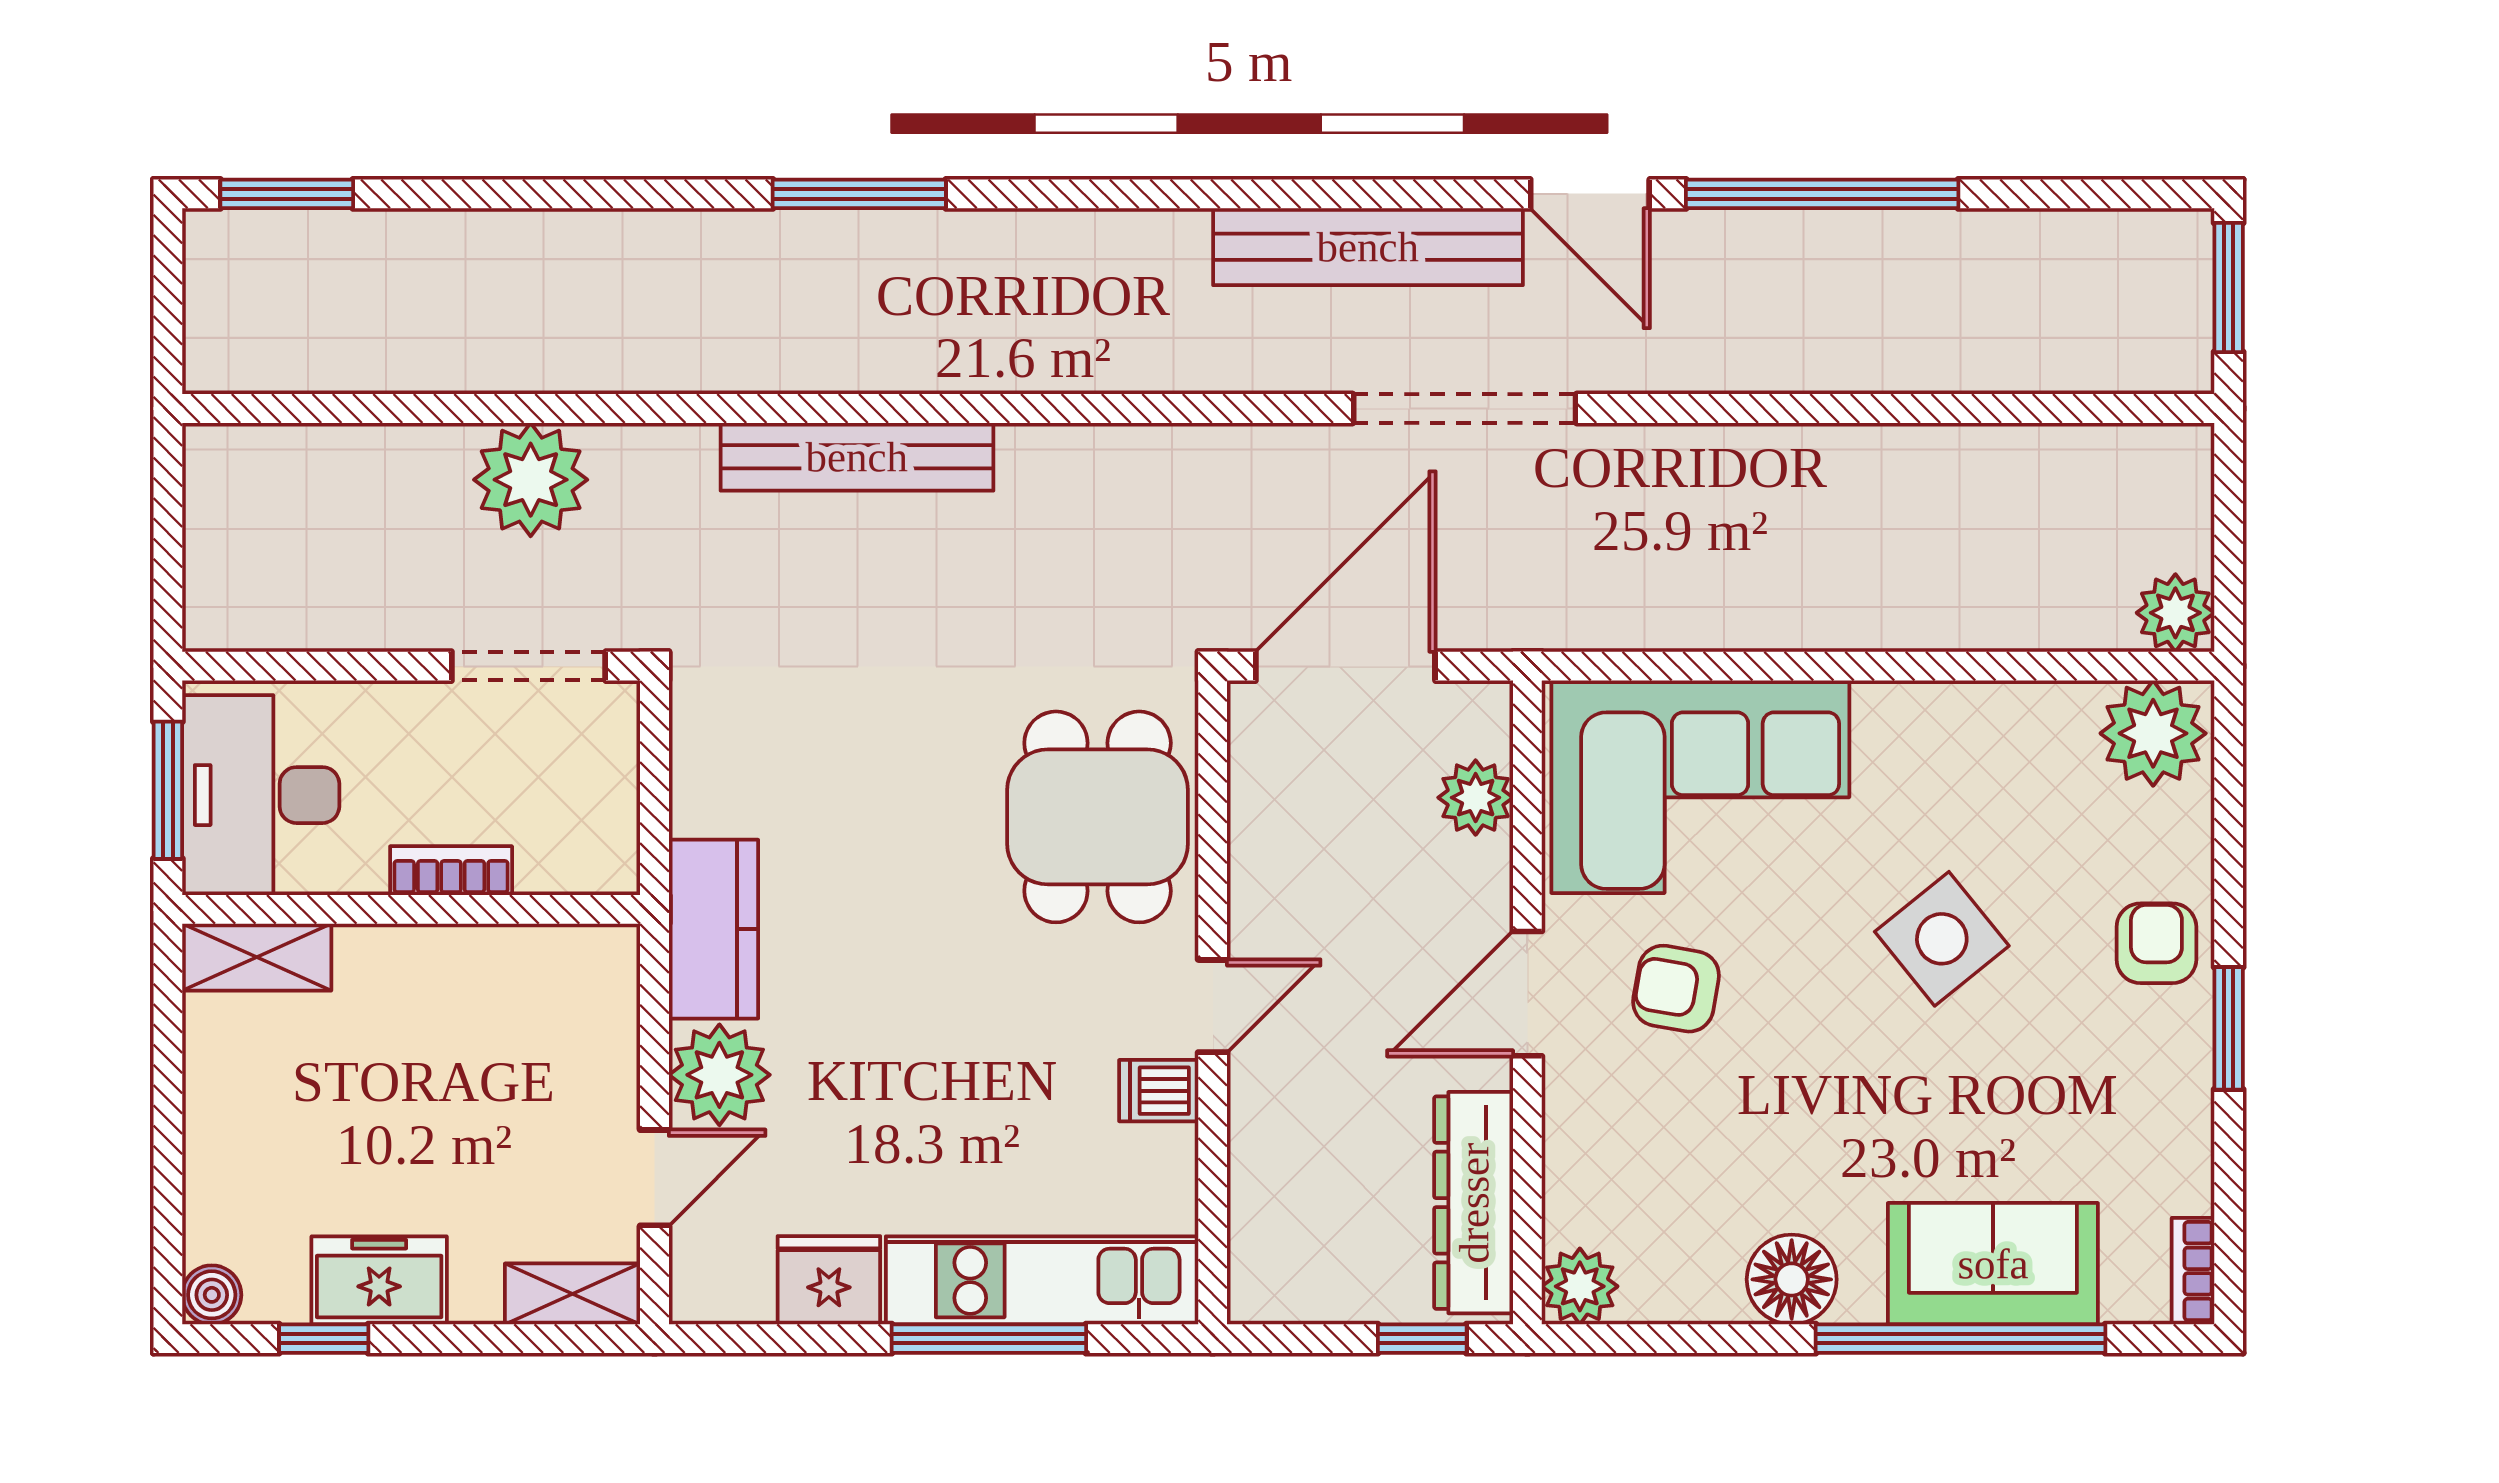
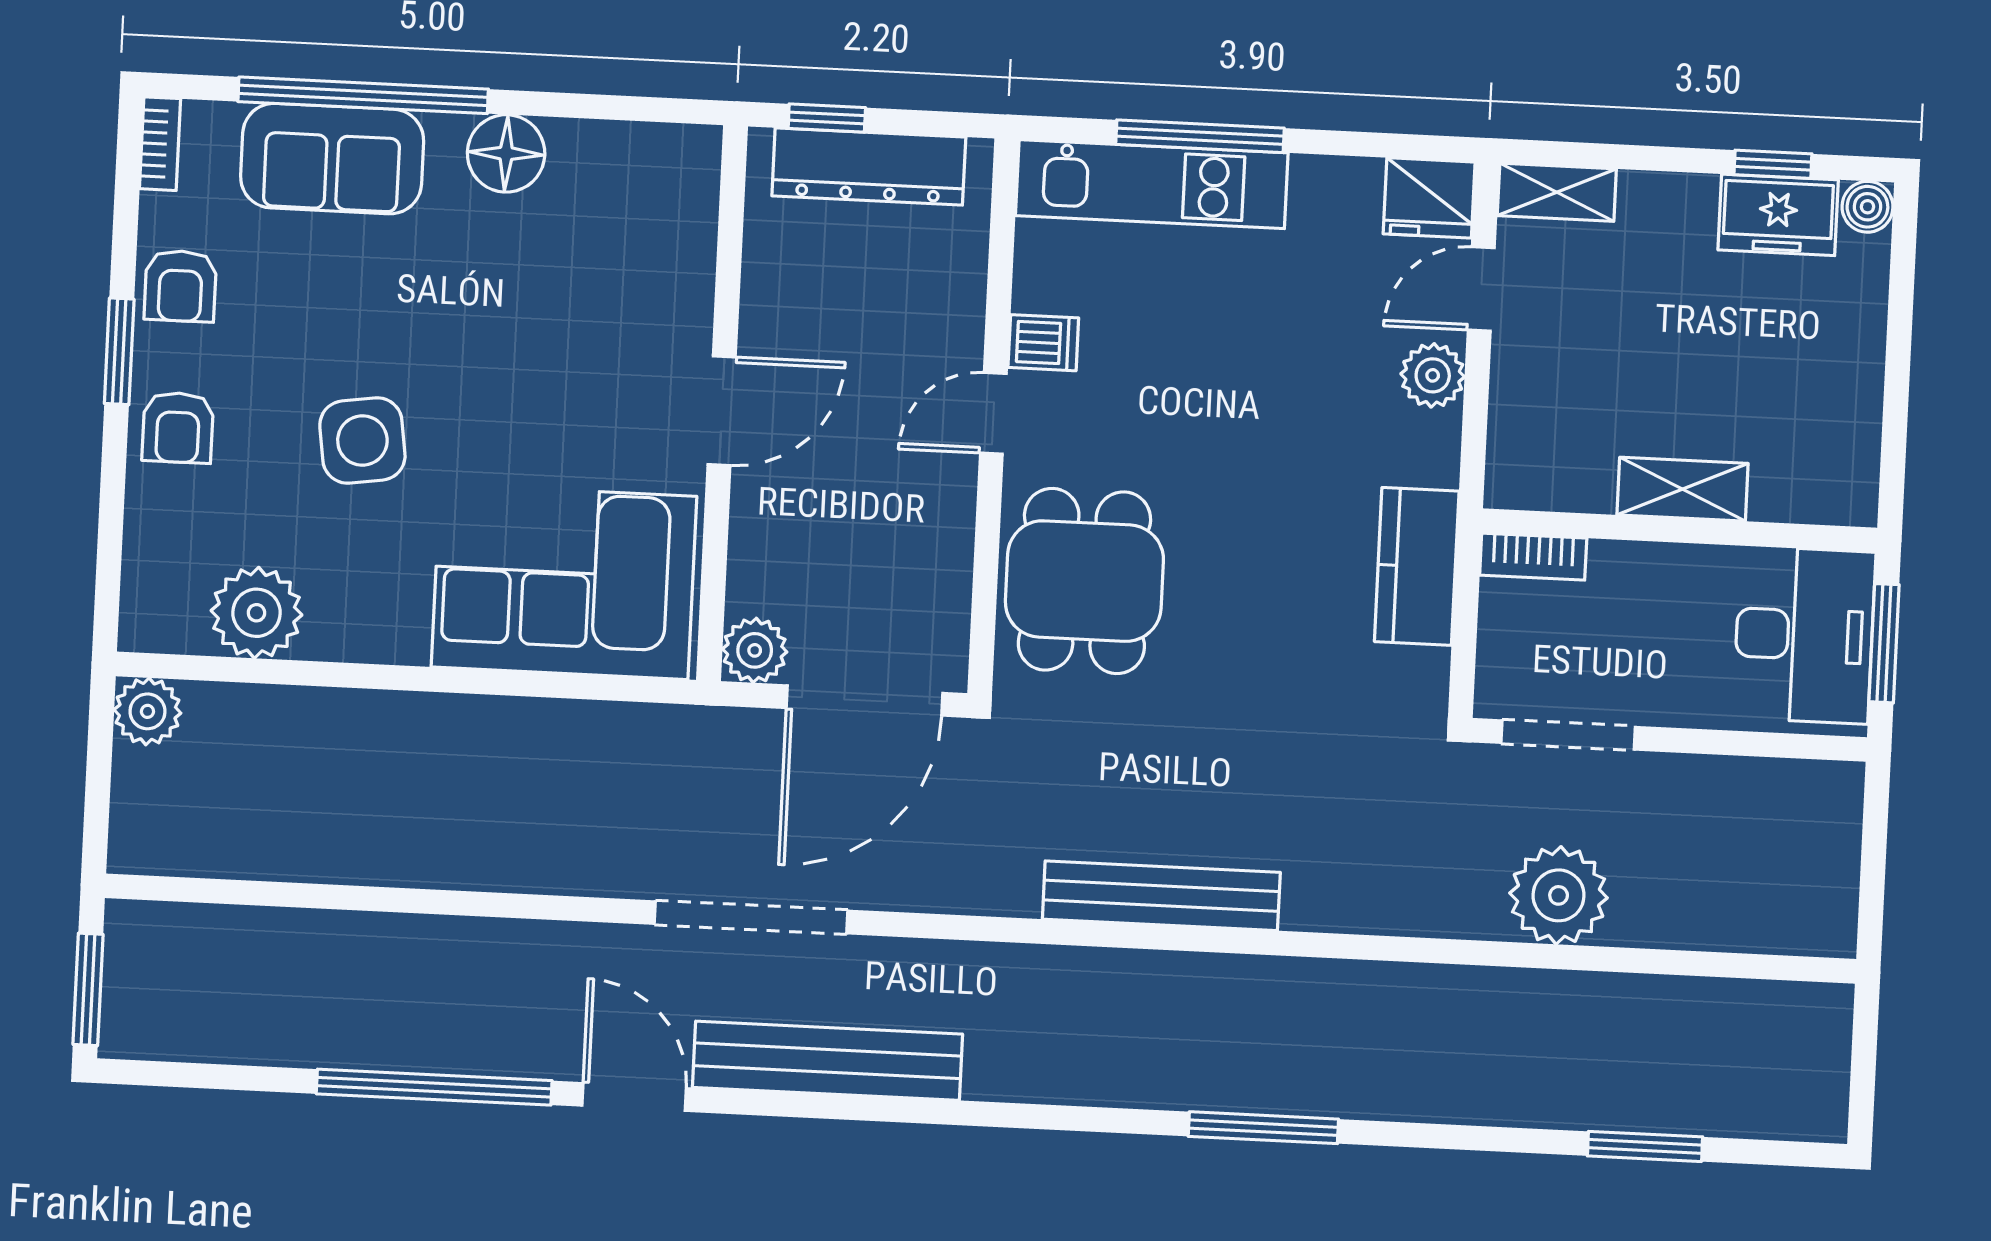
window: (287, 194) -> (1645, 1146), moved
bench: (857, 457) -> (1161, 896), moved
plant: (2153, 733) -> (256, 613), moved
plant: (1476, 798) -> (755, 650), moved
bookcase: (451, 871) -> (1533, 557), moved
kitchen counter: (713, 929) -> (1417, 566), moved
side table: (1942, 939) -> (362, 441), turned 31
shelving: (257, 957) -> (1683, 489), moved
armchair: (1676, 989) -> (180, 286), moved, turned 80
plant: (719, 1075) -> (1433, 375), width x0.73, depth x0.73
dresser: (1474, 1203) -> (869, 166), moved, turned 90
freezer: (379, 1280) -> (1778, 215), moved
fridge: (829, 1280) -> (1429, 198), moved
plant: (1580, 1286) -> (689, 156), removed

